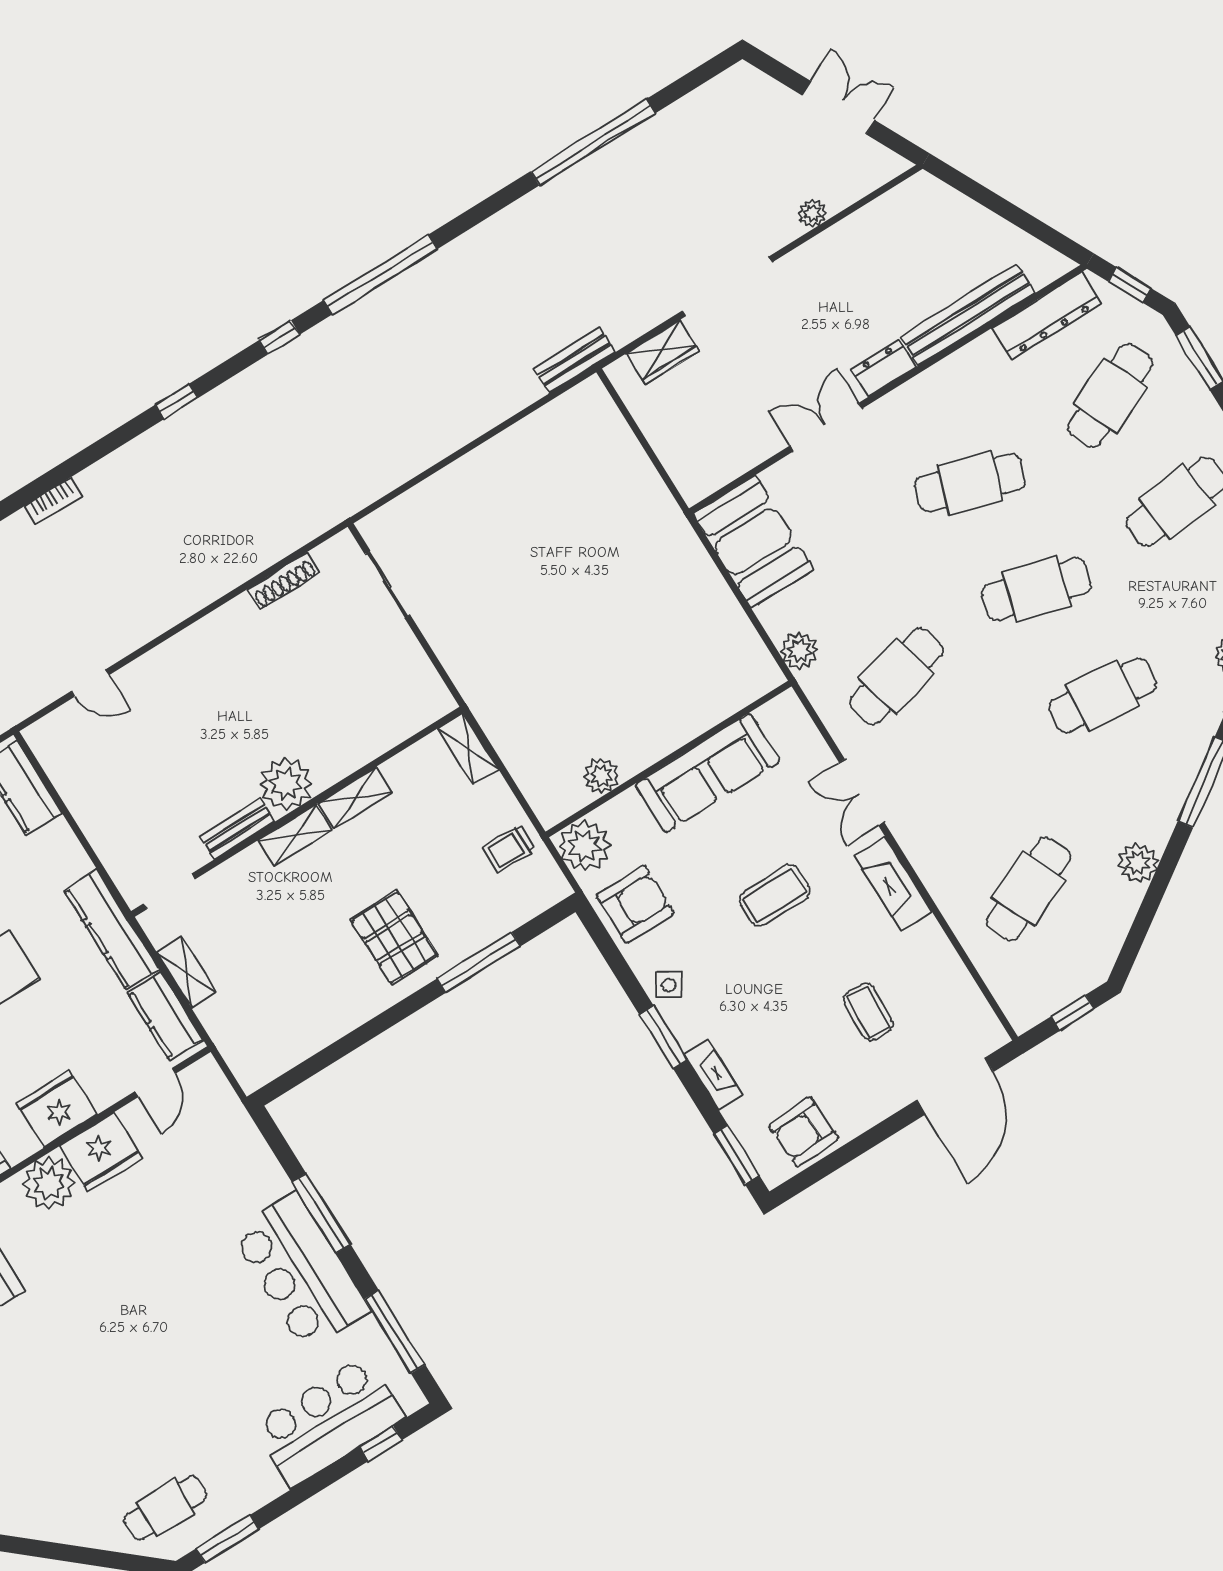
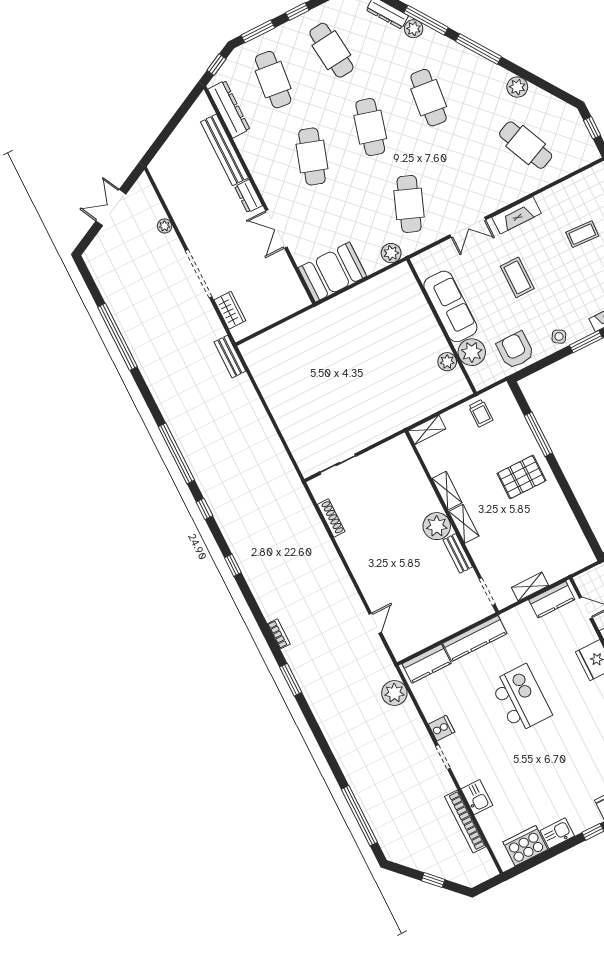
cafe table: (1110, 396) -> (273, 80), turned 30
cafe table: (896, 676) -> (409, 204), turned 36
plant: (585, 846) -> (472, 352), moved
kitchen counter: (111, 930) -> (475, 638), moved

